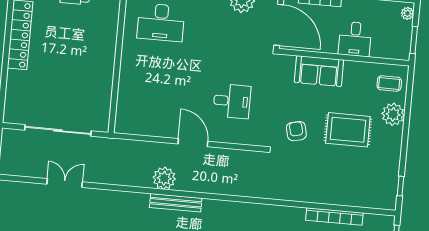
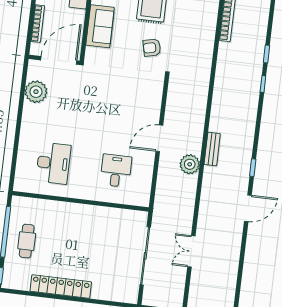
desk: (232, 101) -> (116, 171), moved
bench: (176, 203) -> (212, 149), width x0.73

